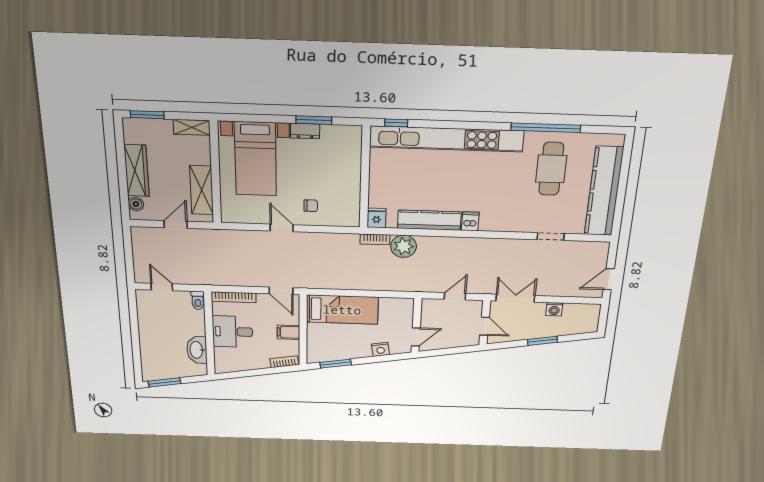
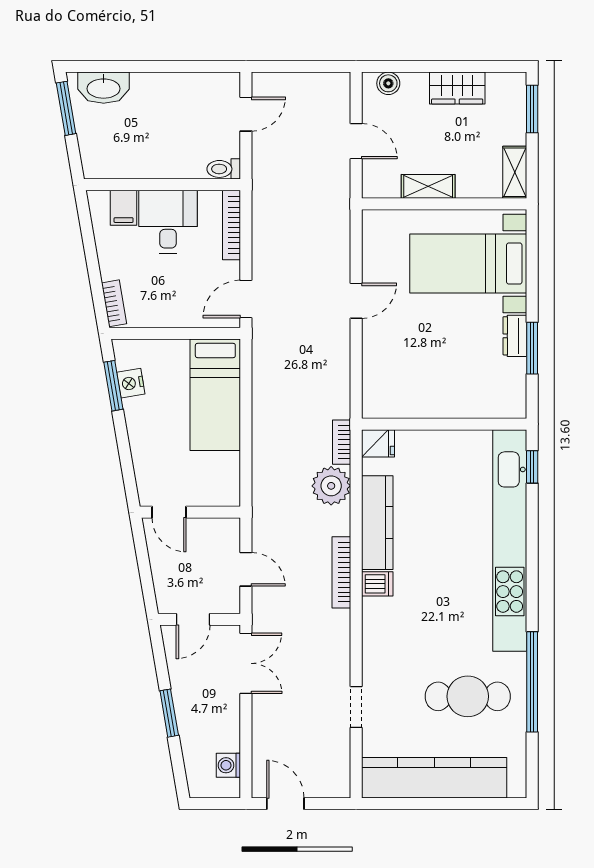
wardrobe: (137, 171) -> (457, 88), width x0.67
shelving: (202, 190) -> (428, 186), width x0.67, depth x0.75
chair: (311, 206) -> (395, 345), removed
bookcase: (461, 242) -> (341, 572), added
washing machine: (554, 309) -> (228, 765), moved
filing cabinet: (288, 332) -> (124, 208), moved, turned 180
nightstand: (380, 349) -> (131, 383), moved
washbasin: (197, 350) -> (104, 88), moved, turned 180

